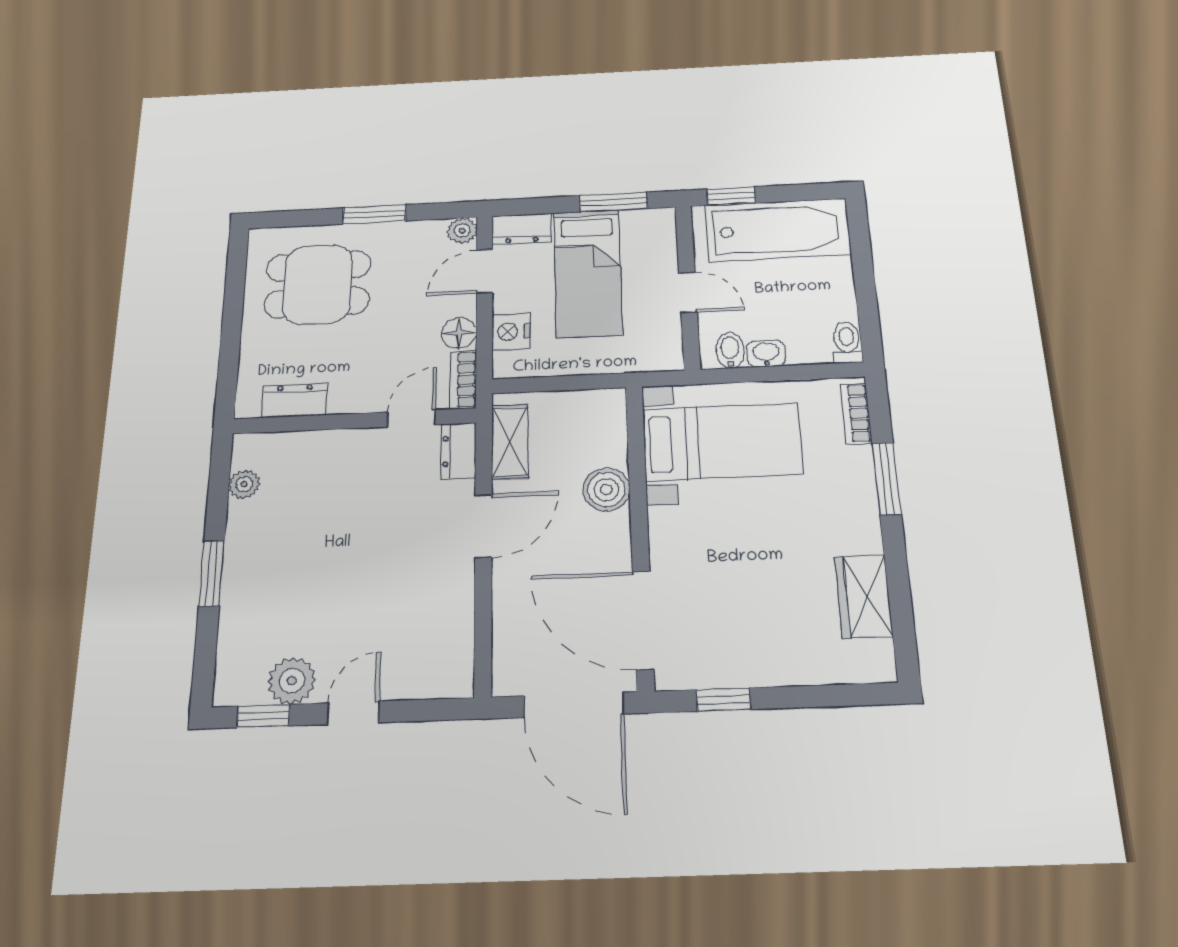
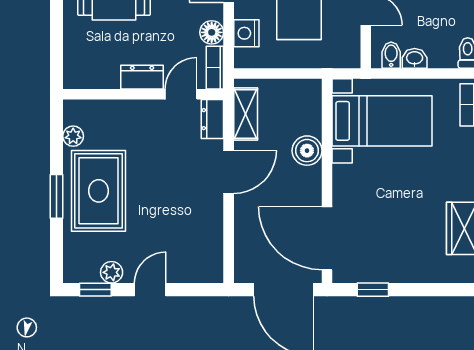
dresser: (294, 400) -> (142, 77), moved
rug: (278, 562) -> (99, 191), added
plant: (292, 681) -> (112, 272), width x0.73, depth x0.73

